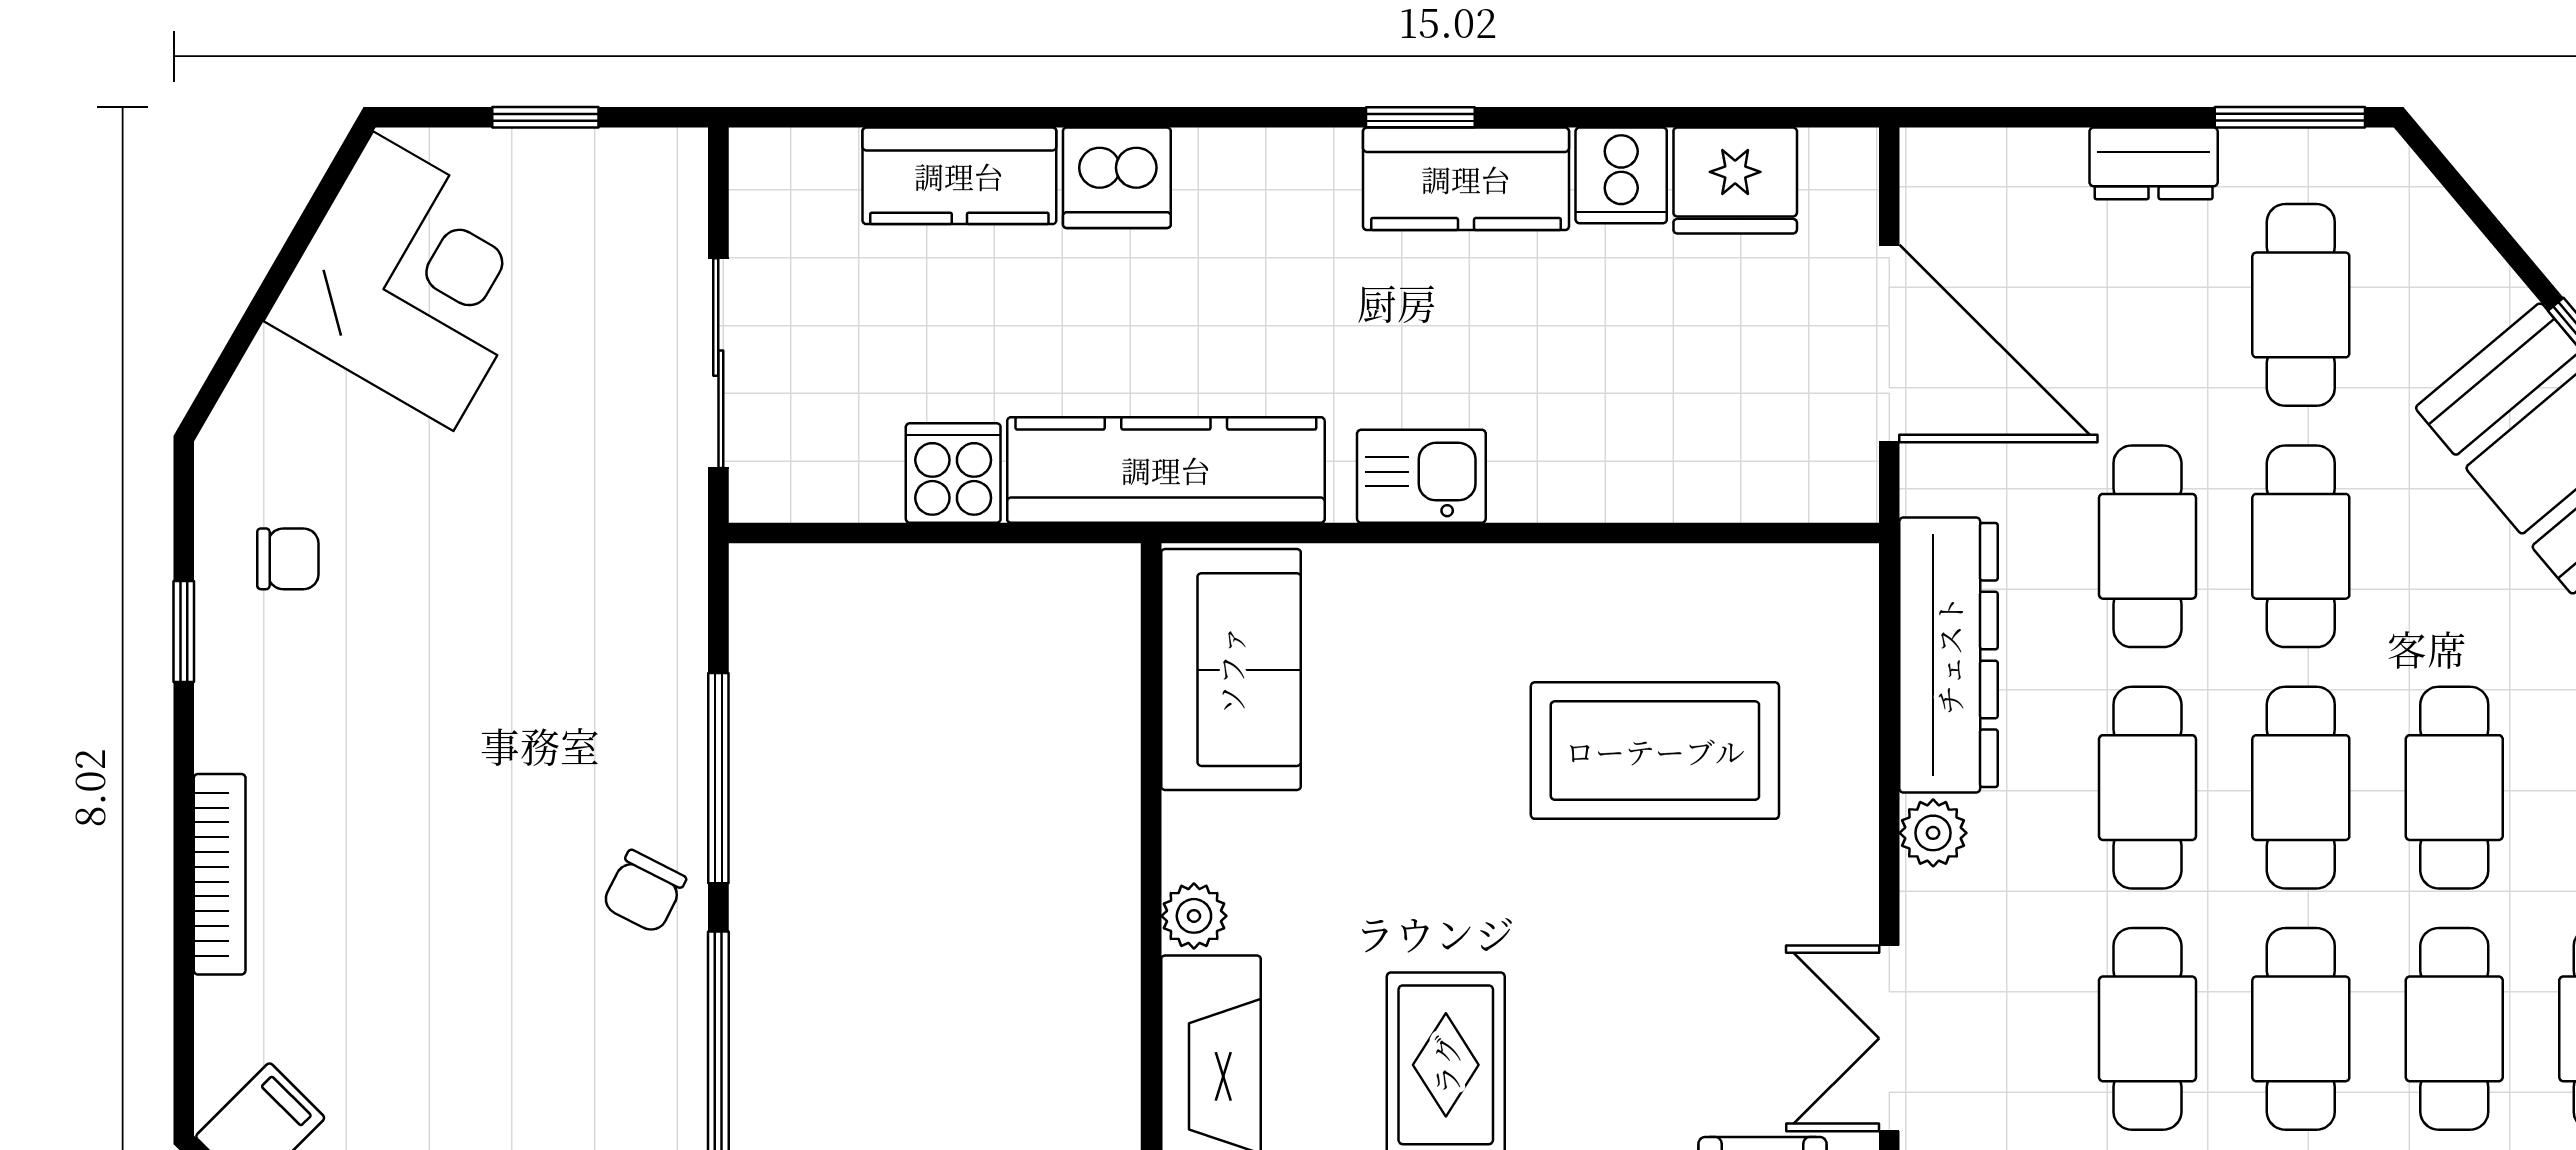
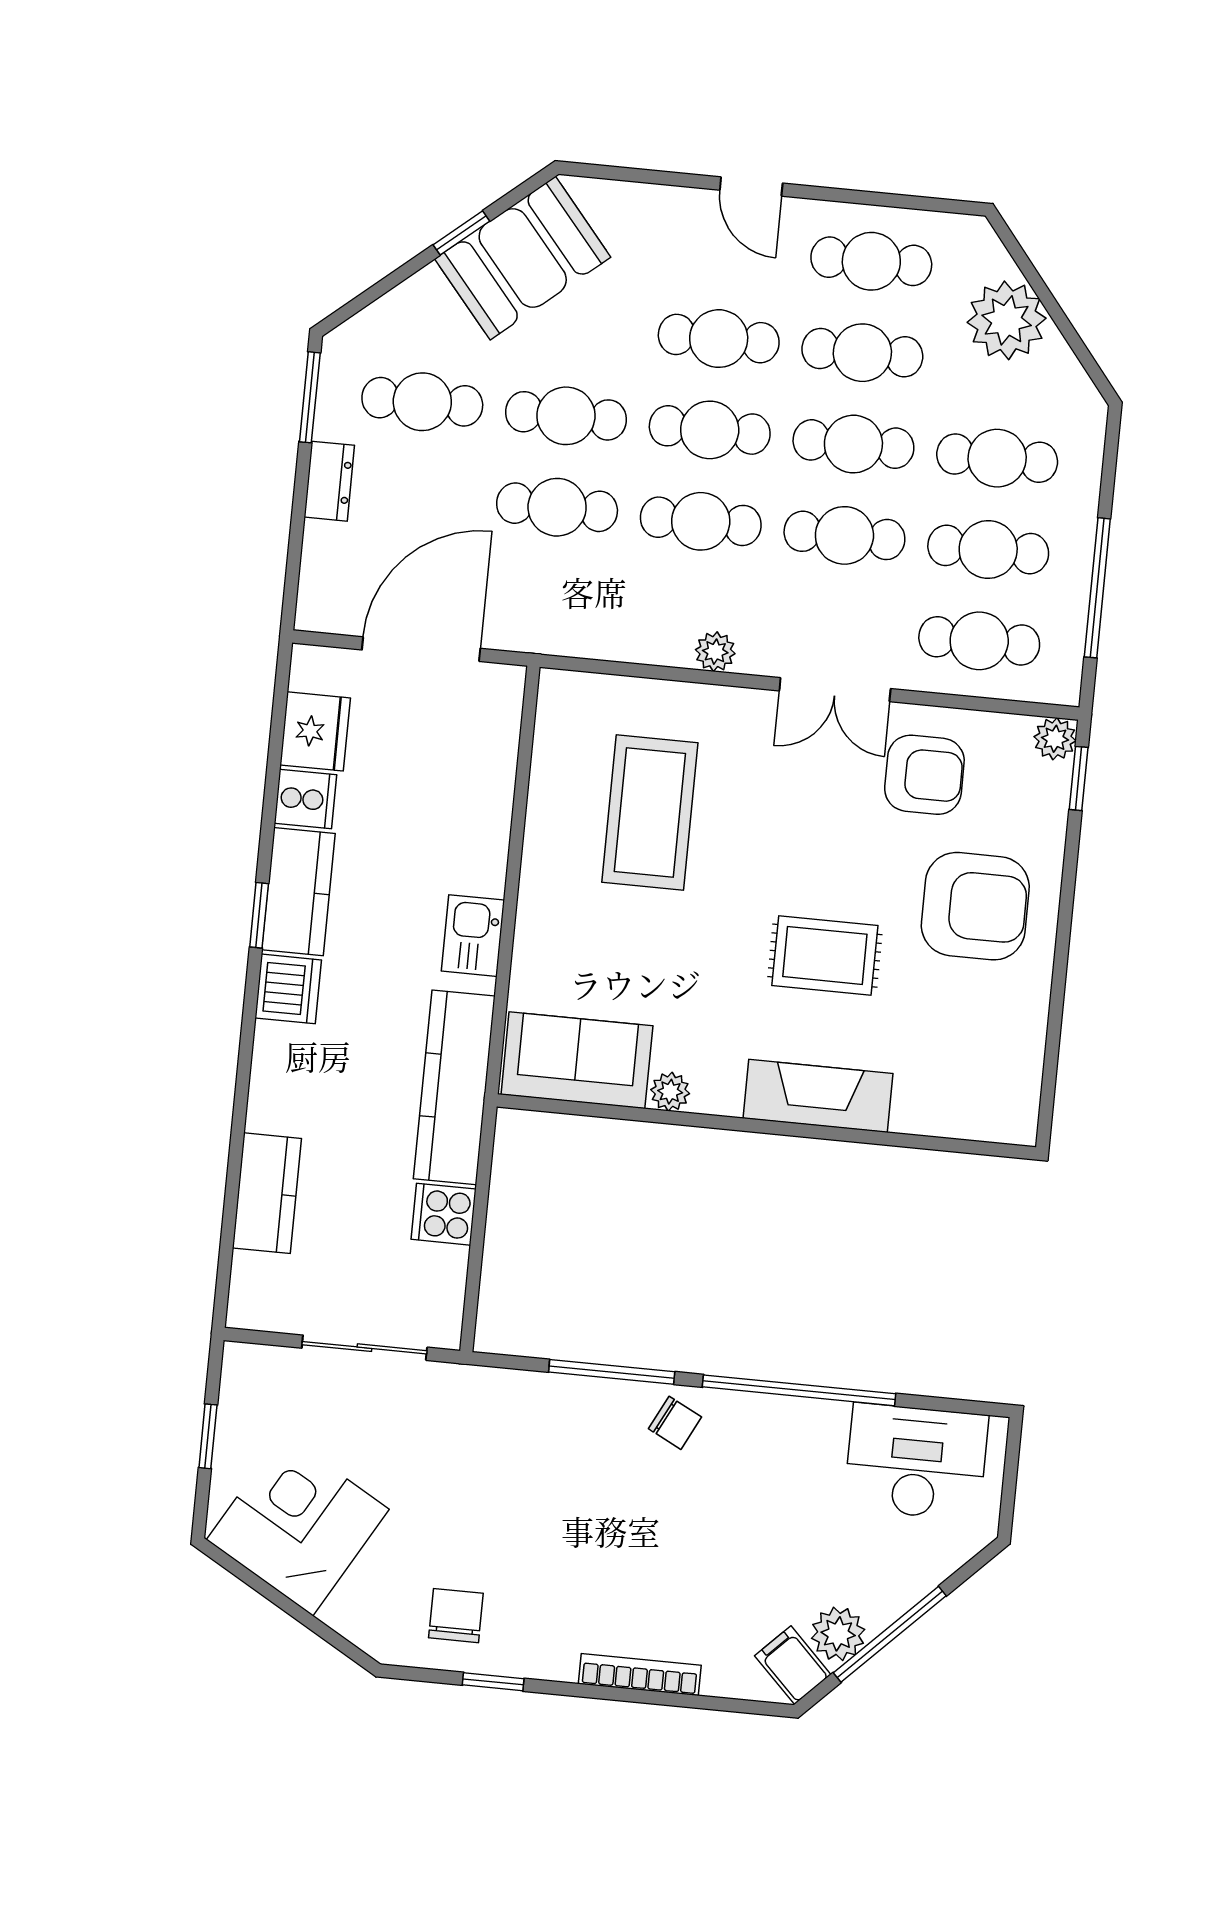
dishwasher: (1117, 178) -> (288, 989), moved
chair: (288, 559) -> (456, 1616), width x1.37, depth x1.37
dresser: (1949, 655) -> (610, 632), removed
plant: (1194, 916) -> (670, 1092), moved

